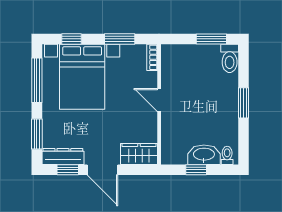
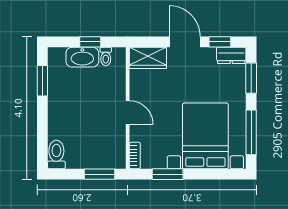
window: (72, 39) -> (216, 174), removed
window: (211, 39) -> (100, 174), moved
window: (243, 103) -> (42, 81), moved
toilet: (227, 155) -> (106, 56), moved
dresser: (63, 156) -> (231, 55), width x0.70

